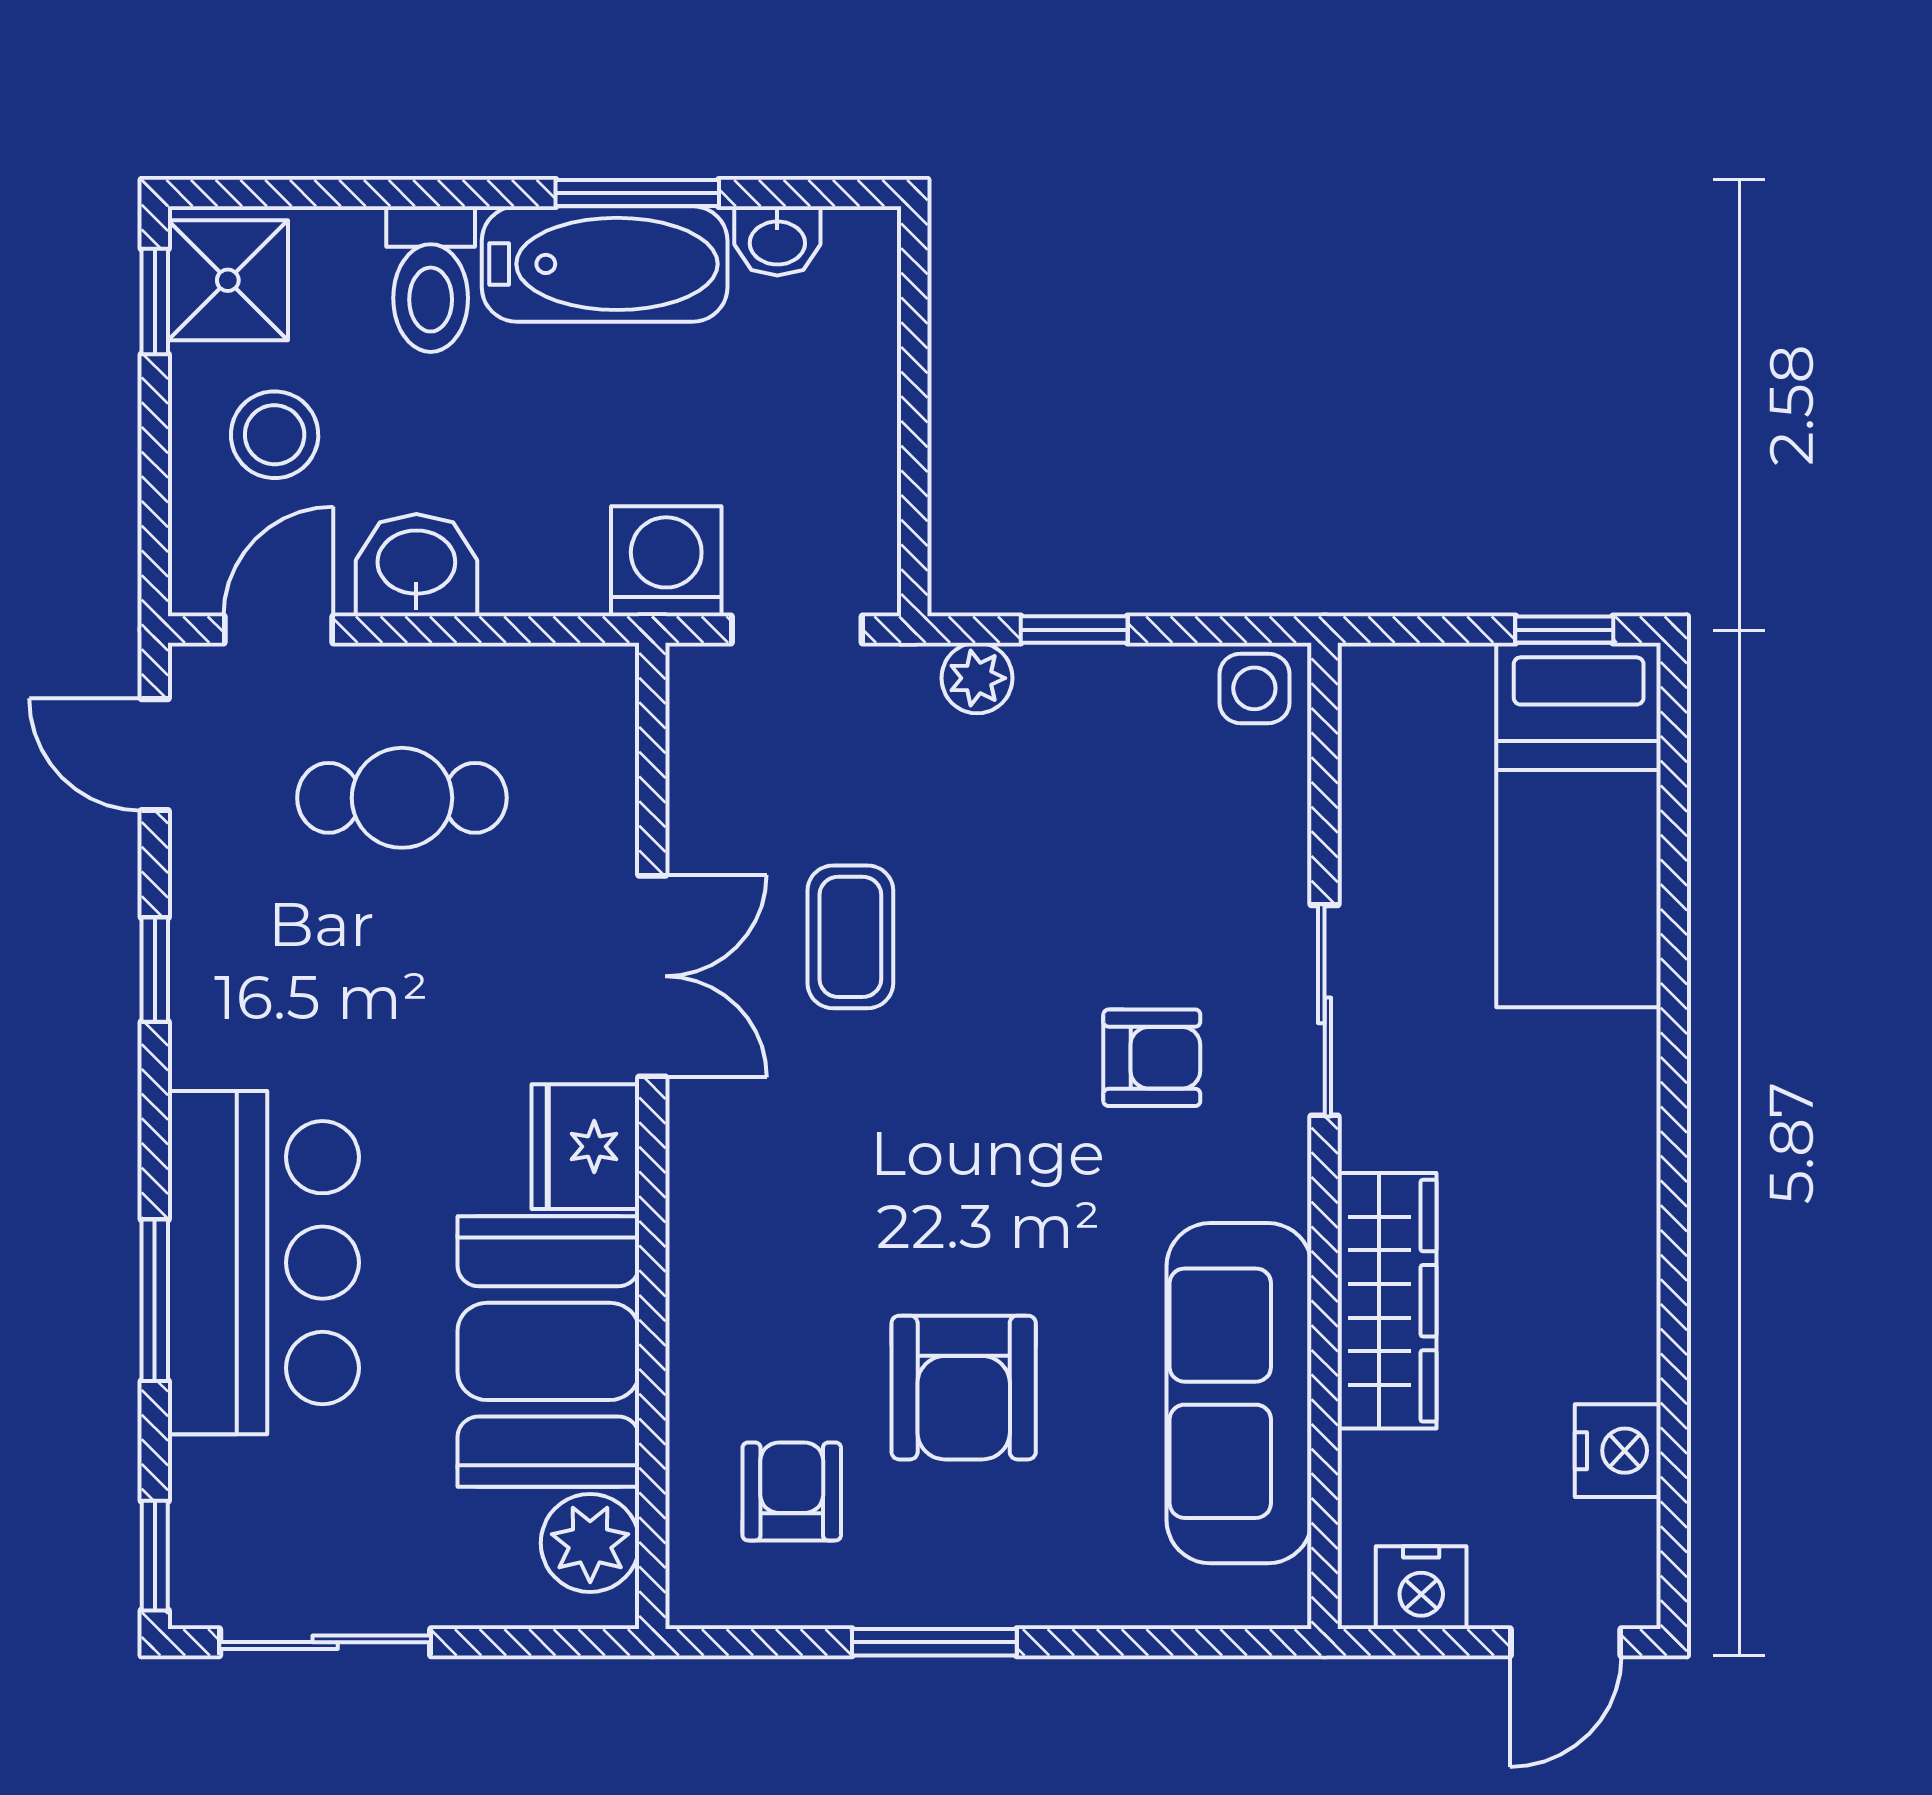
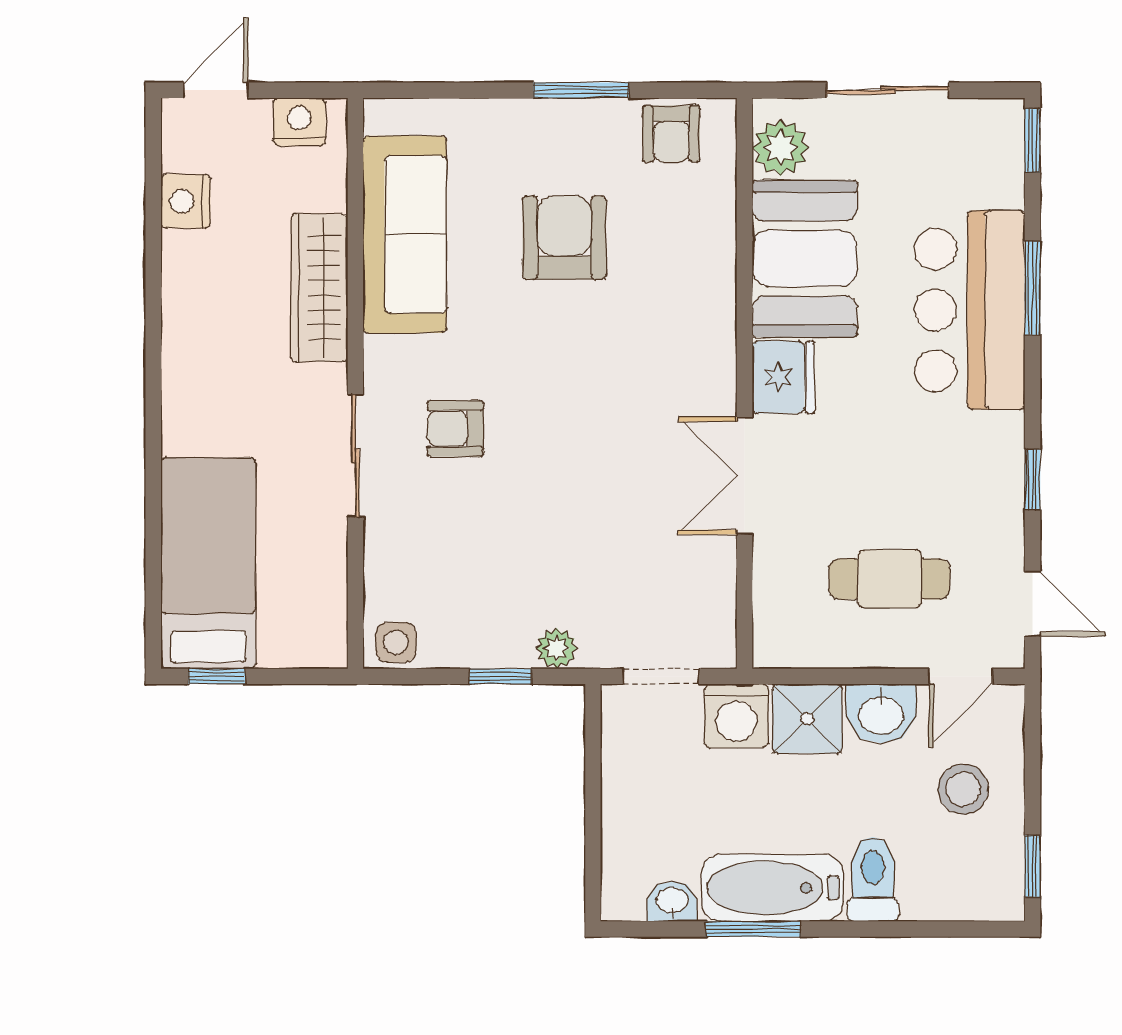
shower: (228, 280) -> (807, 719), moved
coffee table: (850, 937) -> (630, 498), removed
armchair: (792, 1491) -> (671, 134), moved
sliding door: (325, 1642) -> (888, 90), moved

